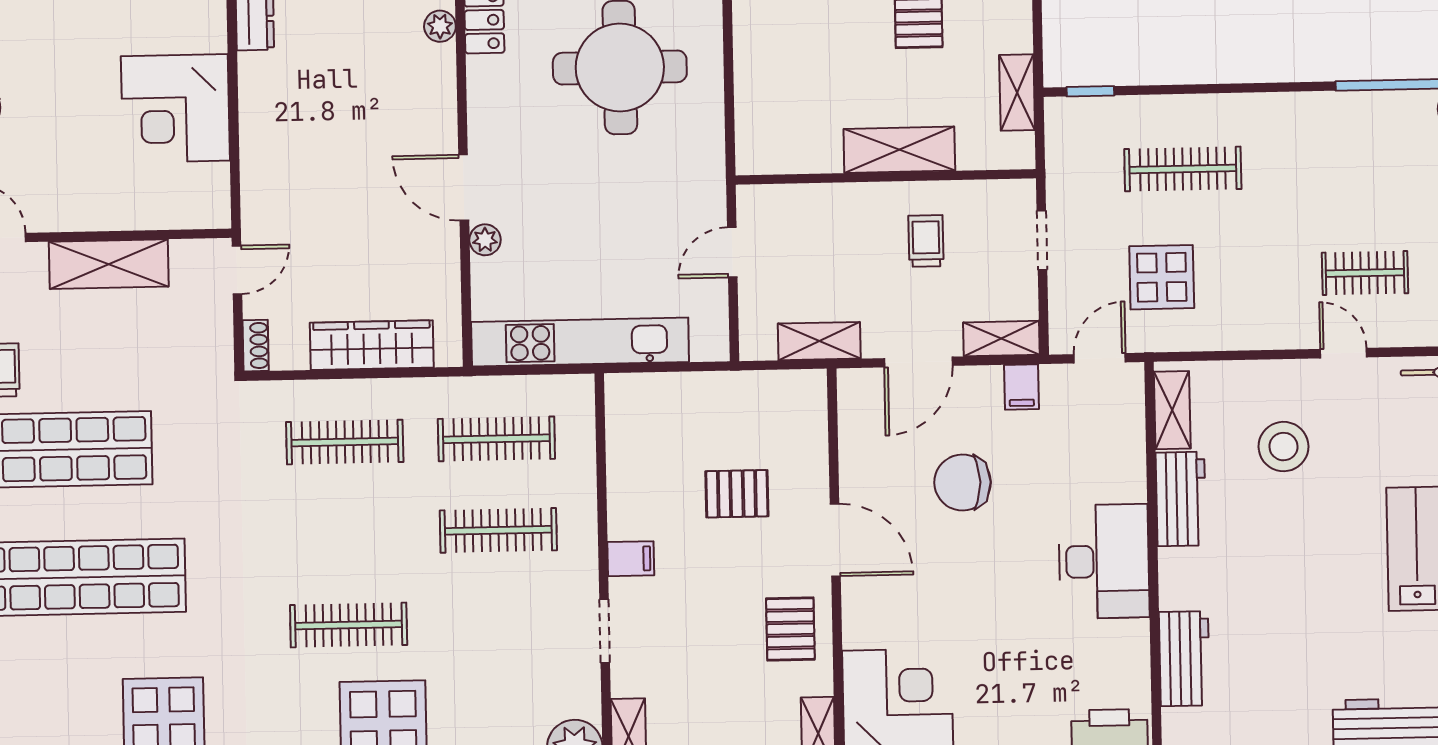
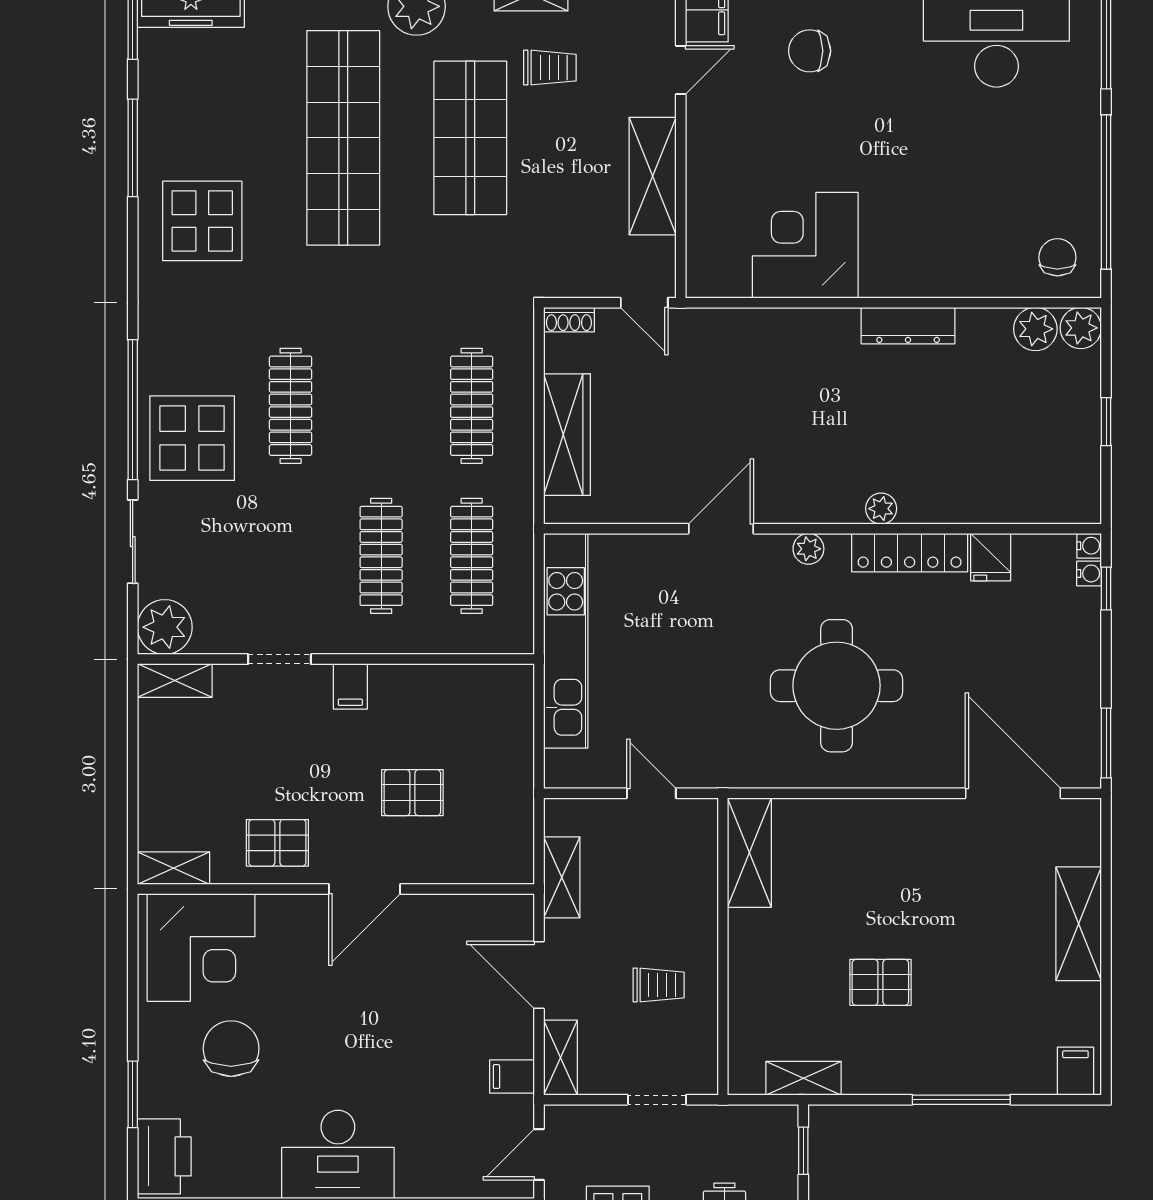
shelving: (899, 150) -> (749, 853), moved
plant: (485, 240) -> (808, 549), moved
door: (1100, 358) -> (539, 1154), swing flipped
chair: (963, 482) -> (231, 1049), moved
pallet: (737, 494) -> (412, 793), turned 90

